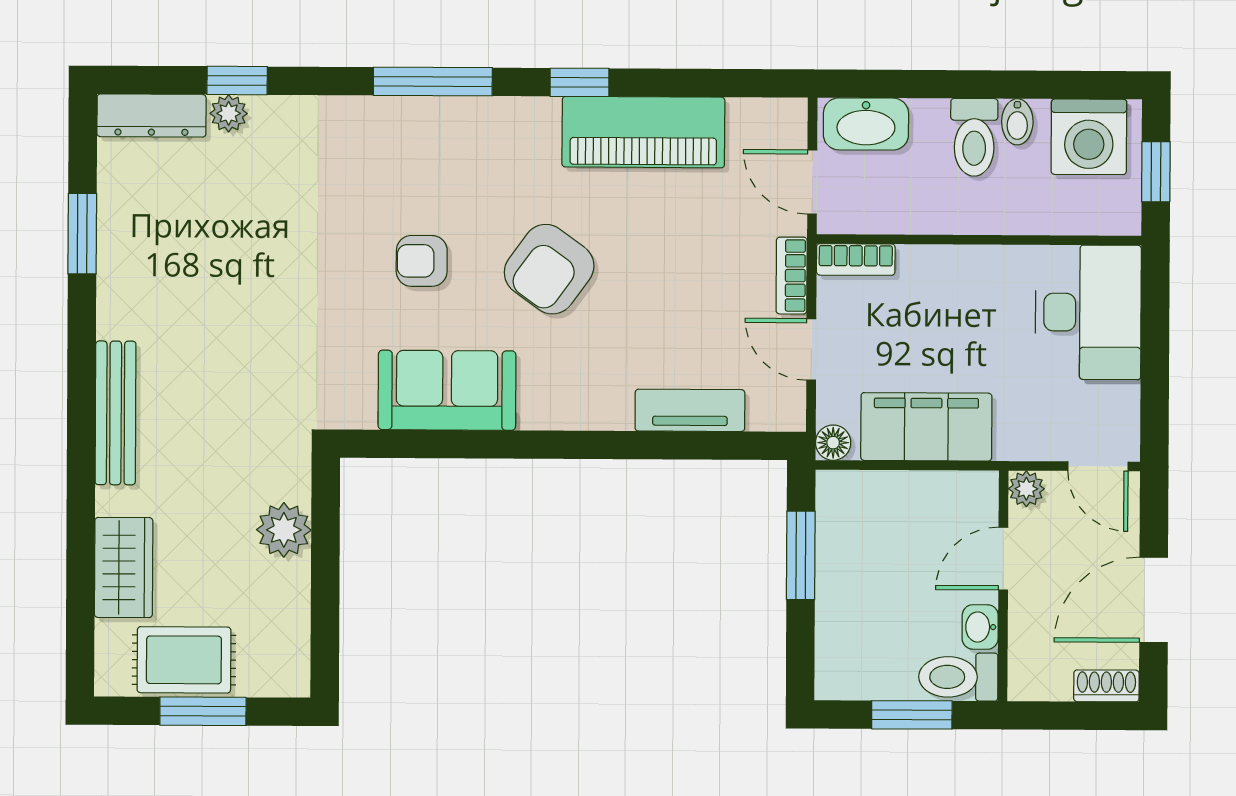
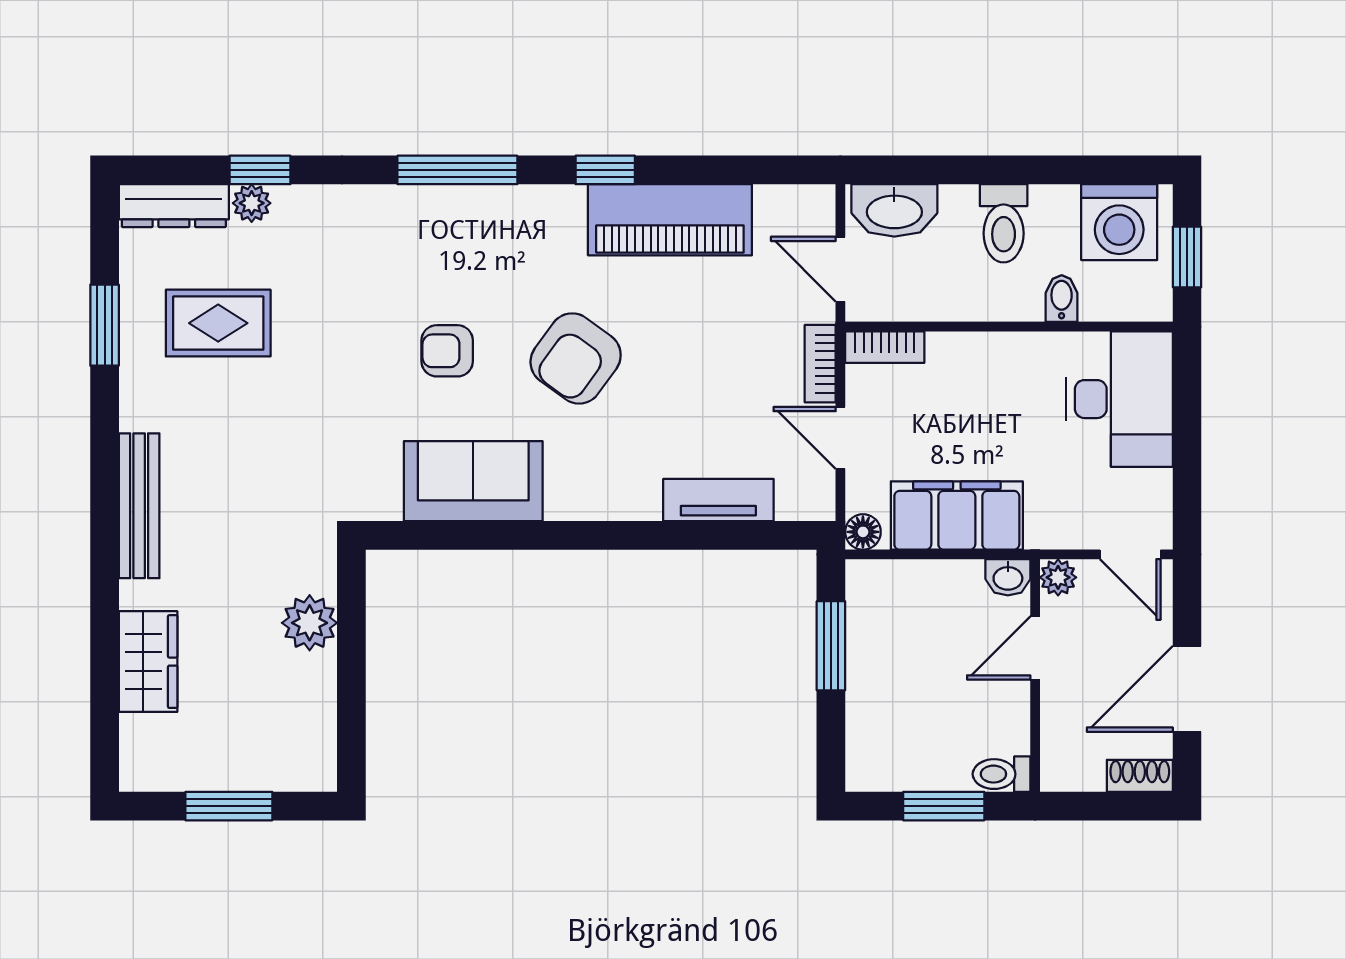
bidet: (1017, 122) -> (1062, 299), moved, turned 180
washbasin: (980, 627) -> (1008, 577), moved, turned -90
rug: (184, 660) -> (218, 323), moved
toilet: (958, 677) -> (1002, 774), width x0.73, depth x0.72

